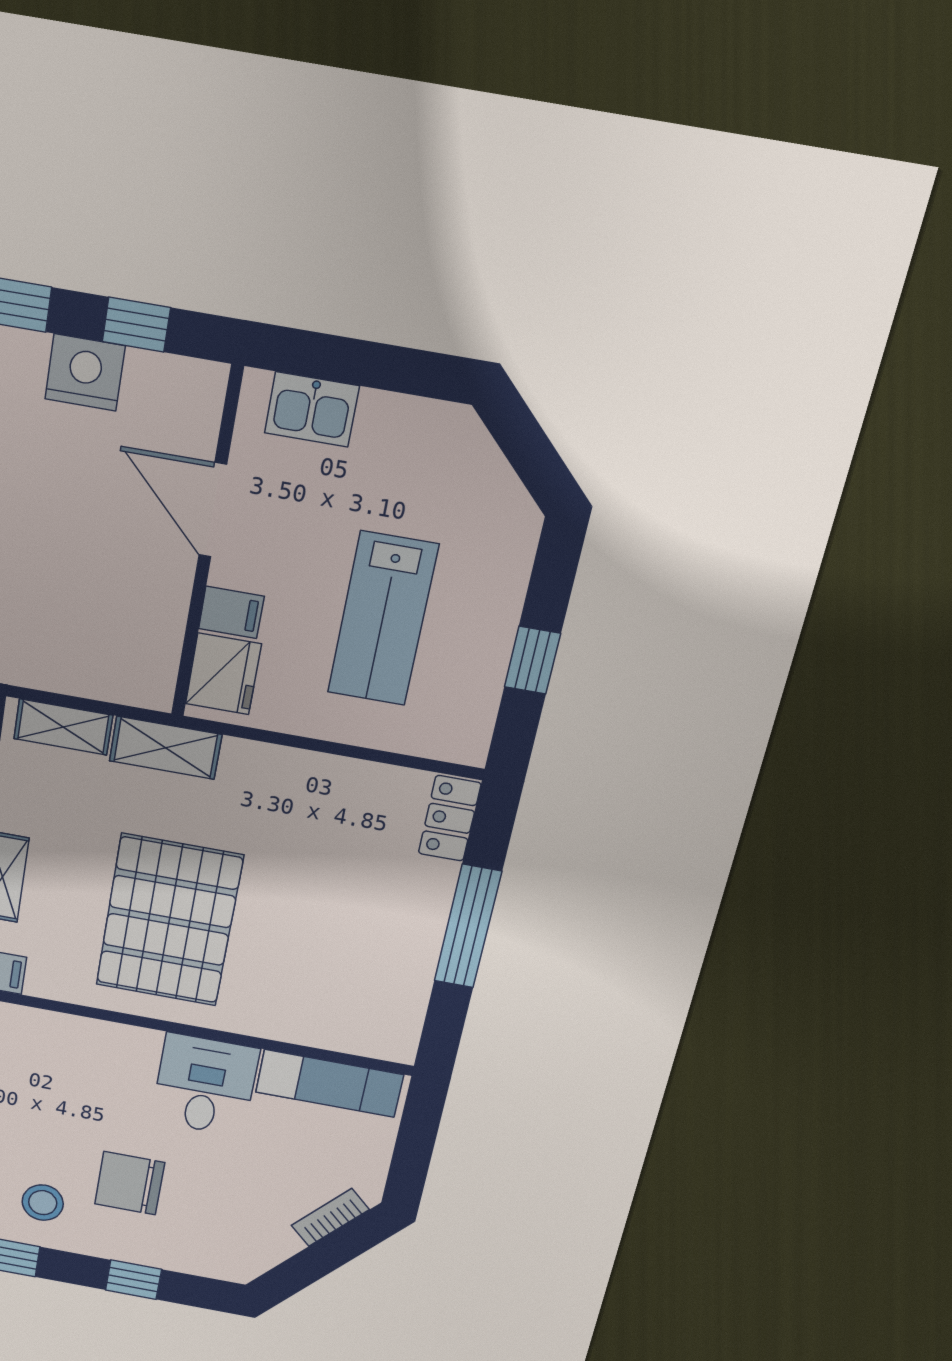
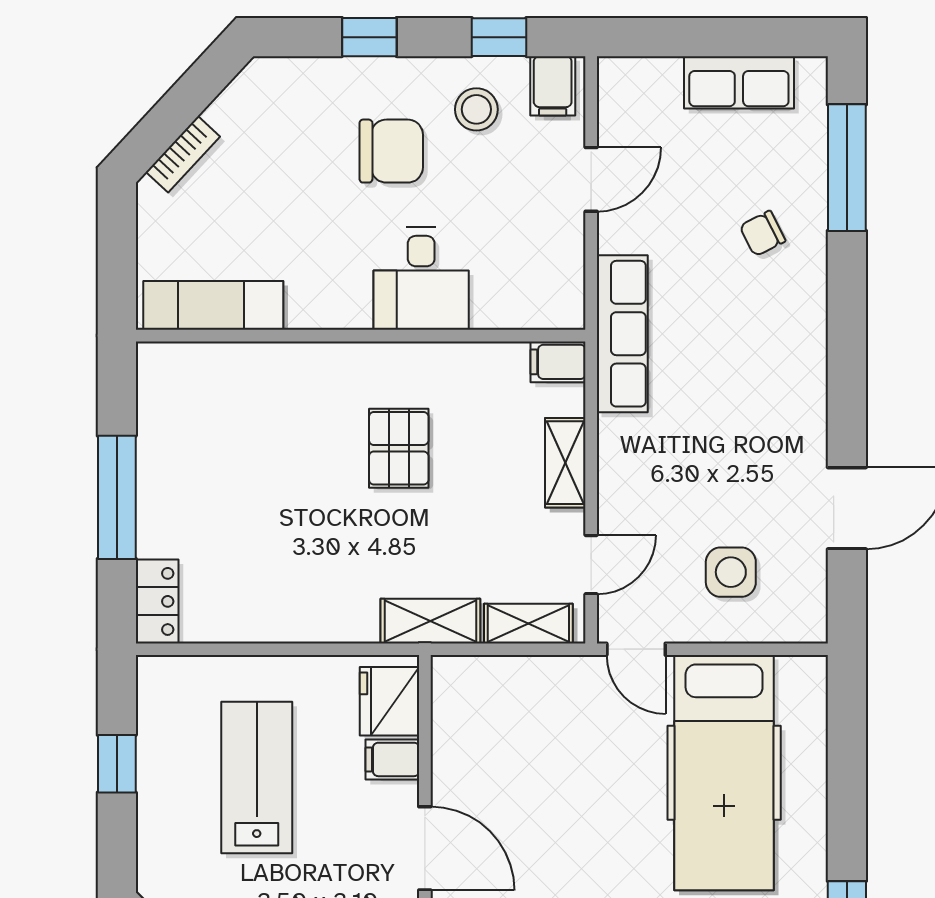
pallet: (169, 921) -> (399, 448), width x0.49, depth x0.50
desk: (205, 1085) -> (421, 279), moved

